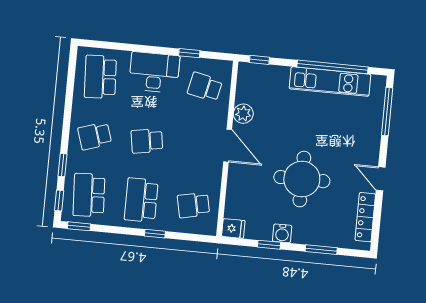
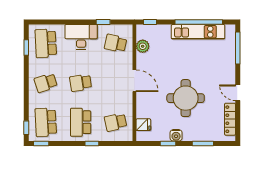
plant: (243, 114) -> (143, 46), moved
window: (62, 165) -> (26, 48), moved
fridge: (233, 228) -> (143, 125), moved

